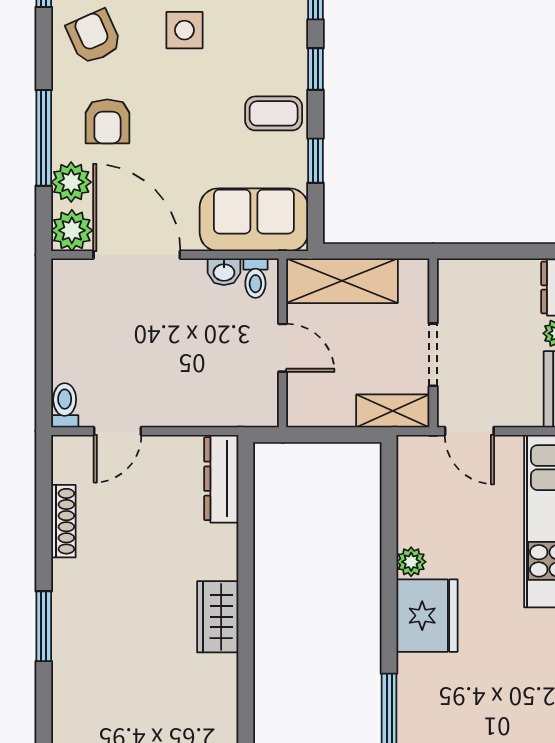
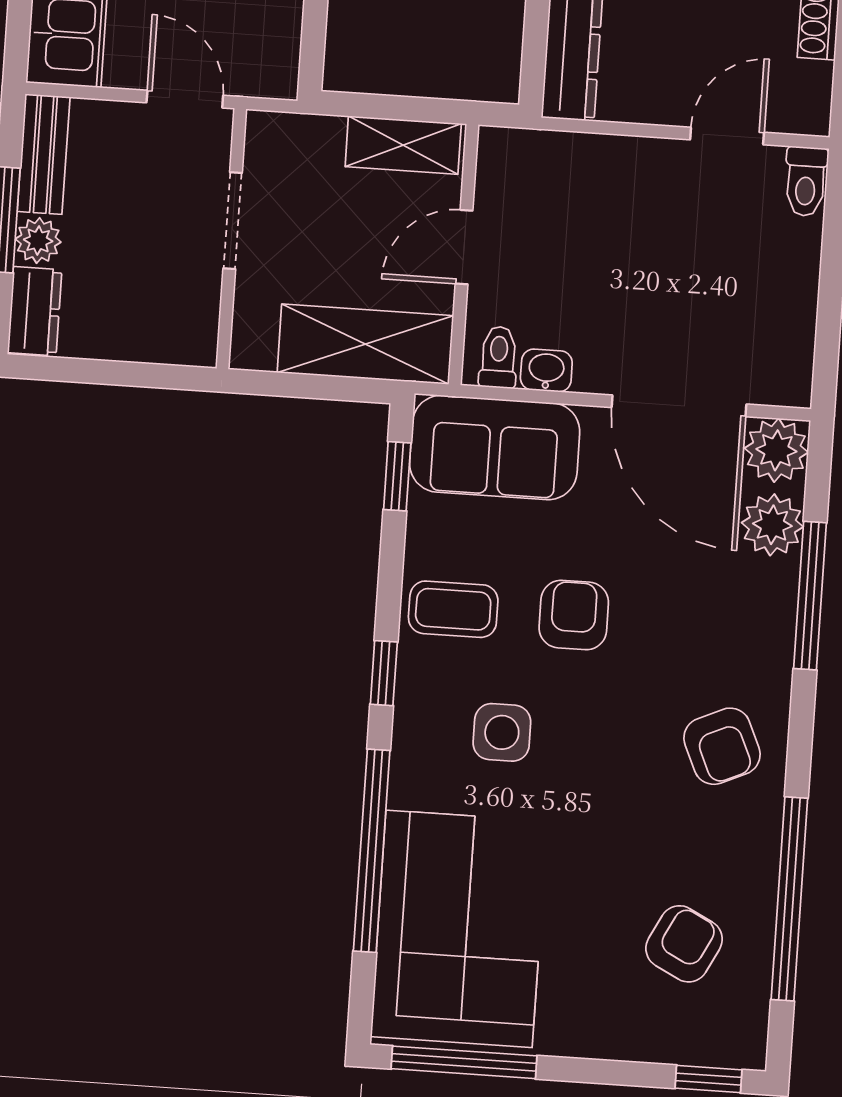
side table: (184, 30) -> (502, 732), moved
armchair: (107, 121) -> (574, 615), moved
window: (316, 161) -> (397, 476), moved
door: (283, 348) -> (464, 247), hinge flipped
shelving: (393, 411) -> (403, 145), moved

